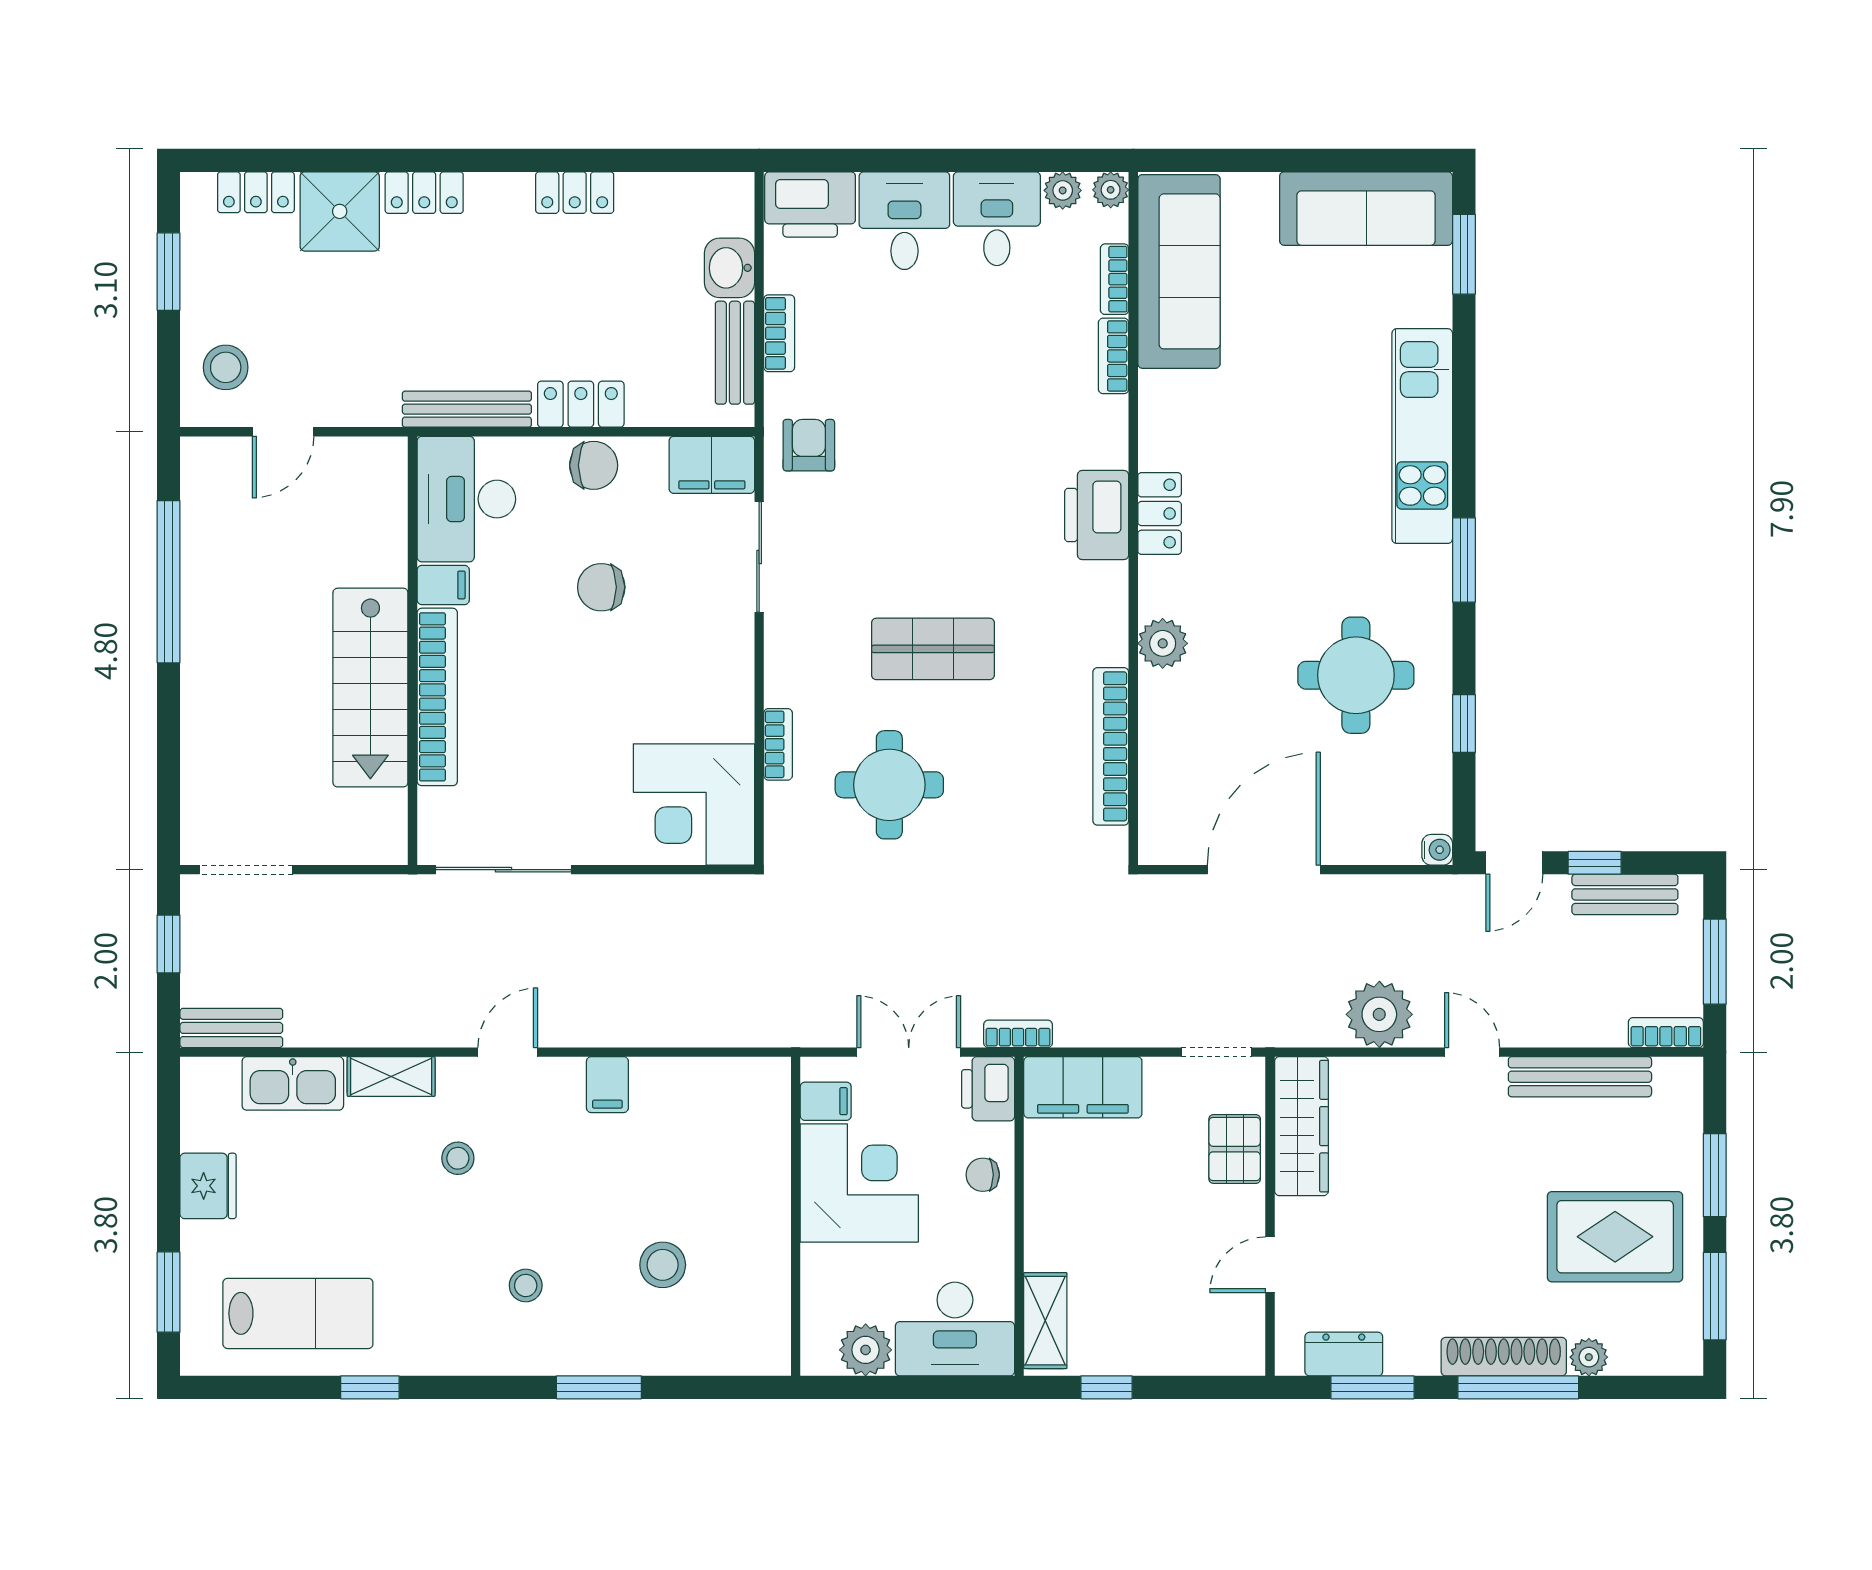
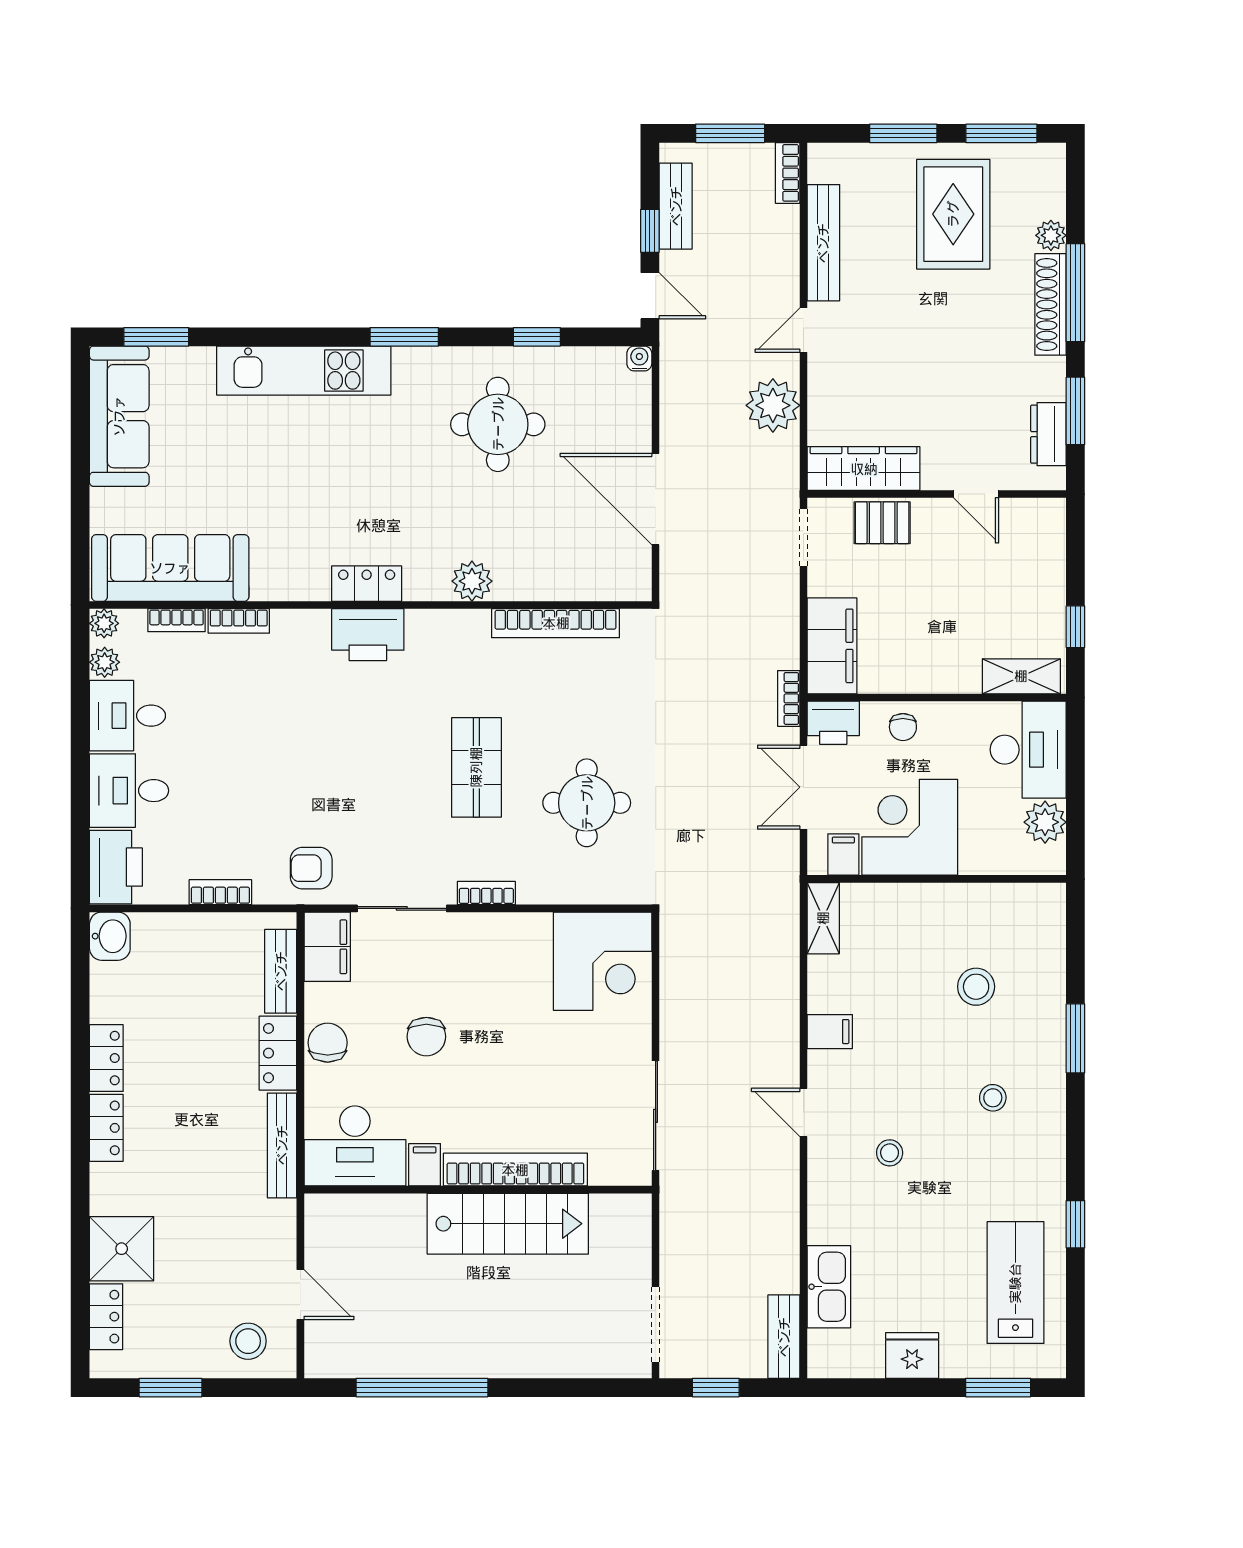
locker: (424, 193) -> (106, 1128), moved
washbasin: (730, 268) -> (110, 936), moved, turned -90
bench: (735, 353) -> (281, 971), moved, turned 90
bookcase: (778, 744) -> (486, 893), moved
shelving: (391, 1076) -> (823, 918), moved

